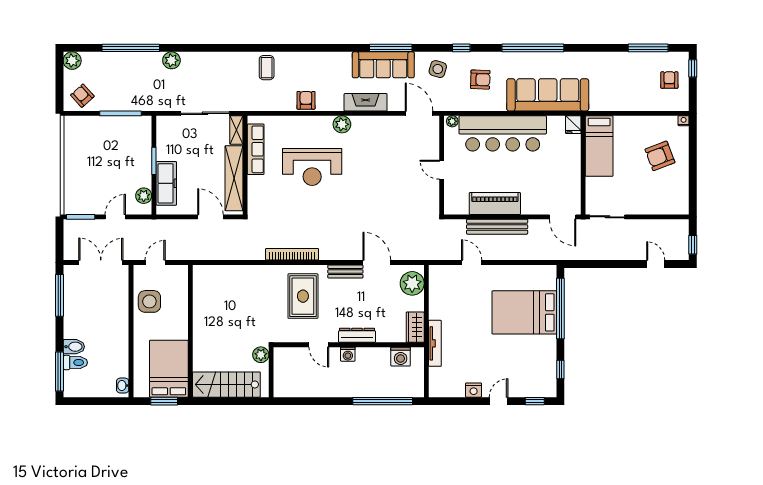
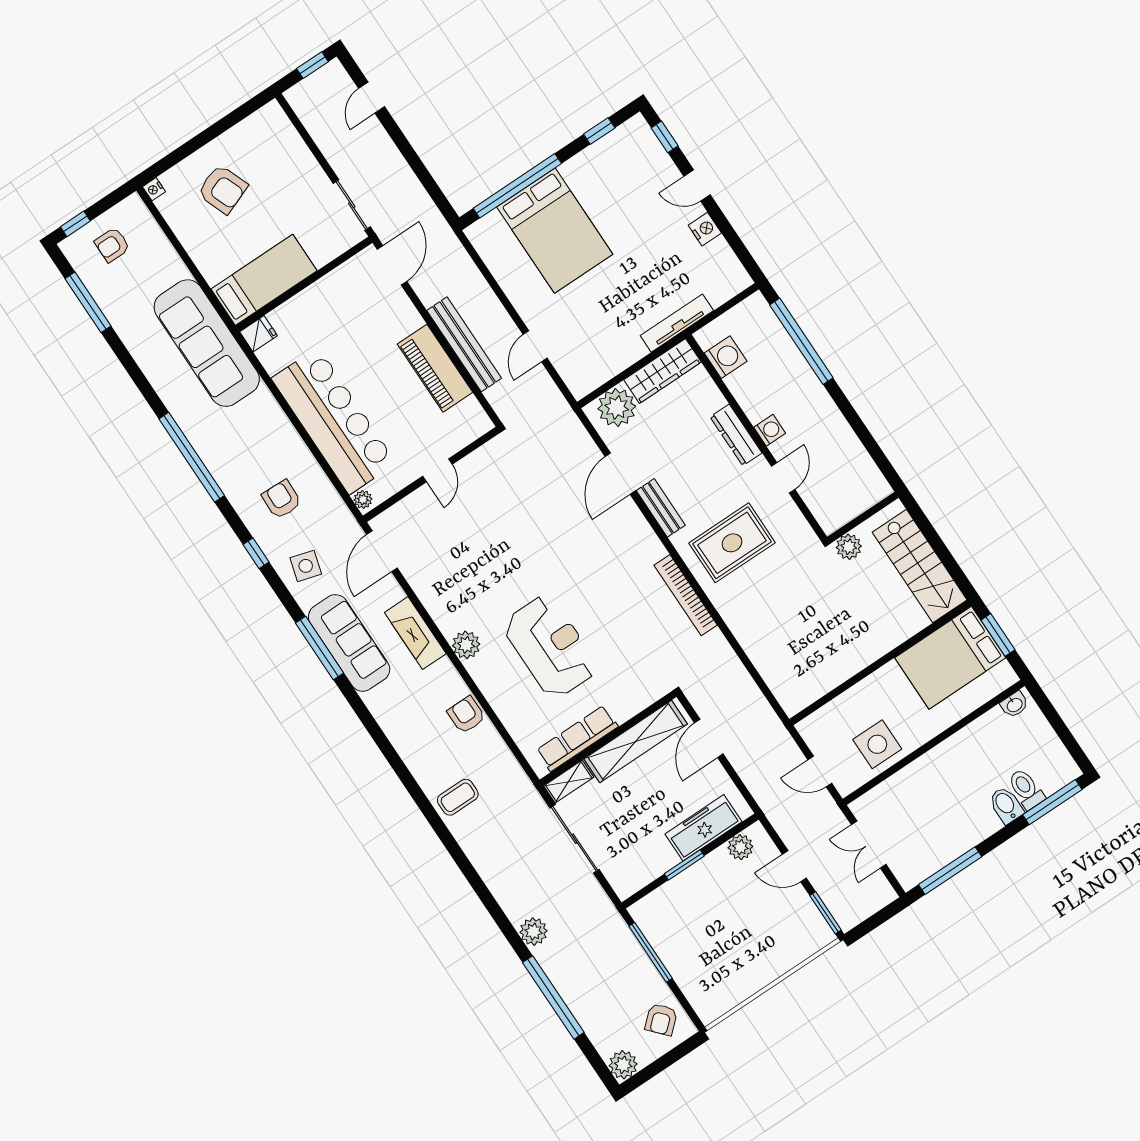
sofa: (548, 95) -> (207, 343), moved
armchair: (306, 100) -> (466, 715), turned 90
double door: (101, 263) -> (869, 845), width x0.73
wardrobe: (415, 327) -> (663, 371), width x1.50

